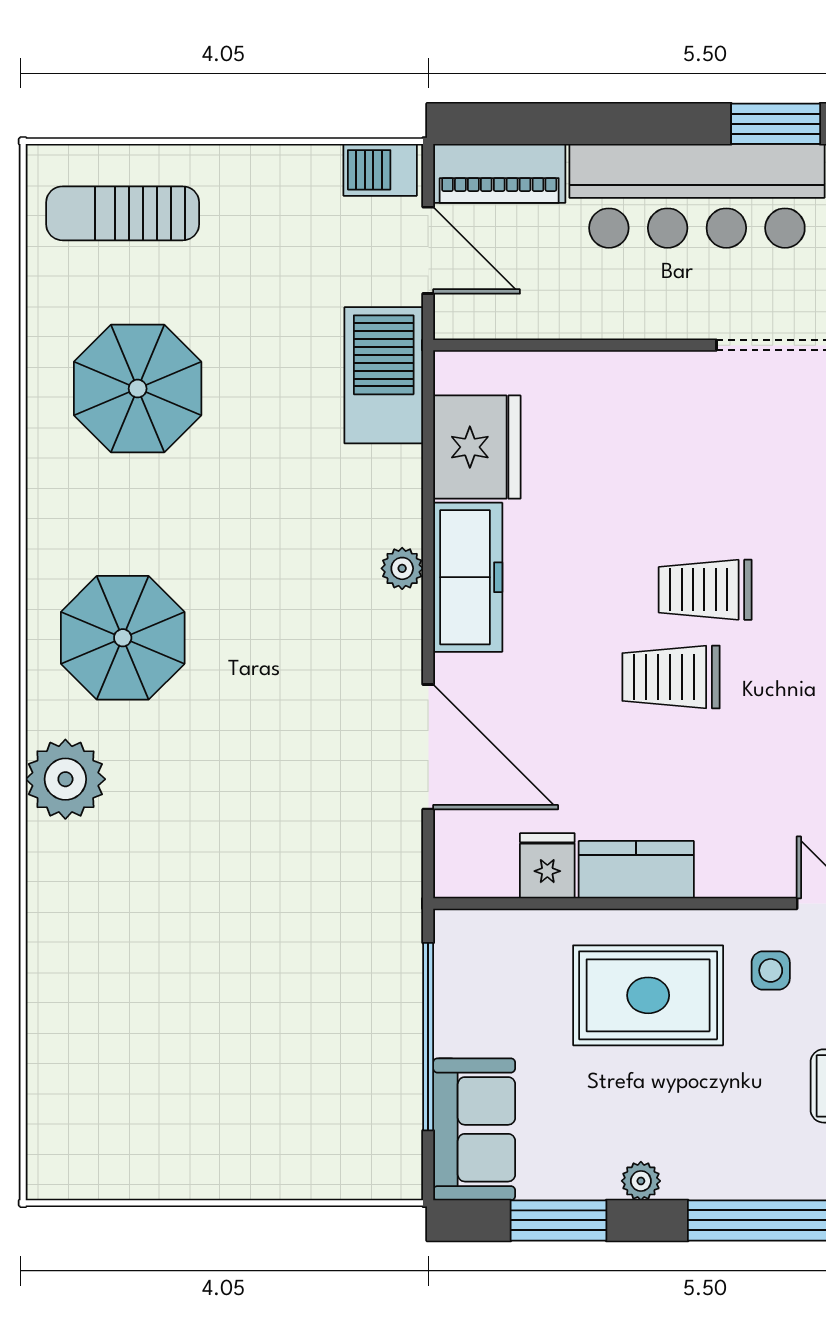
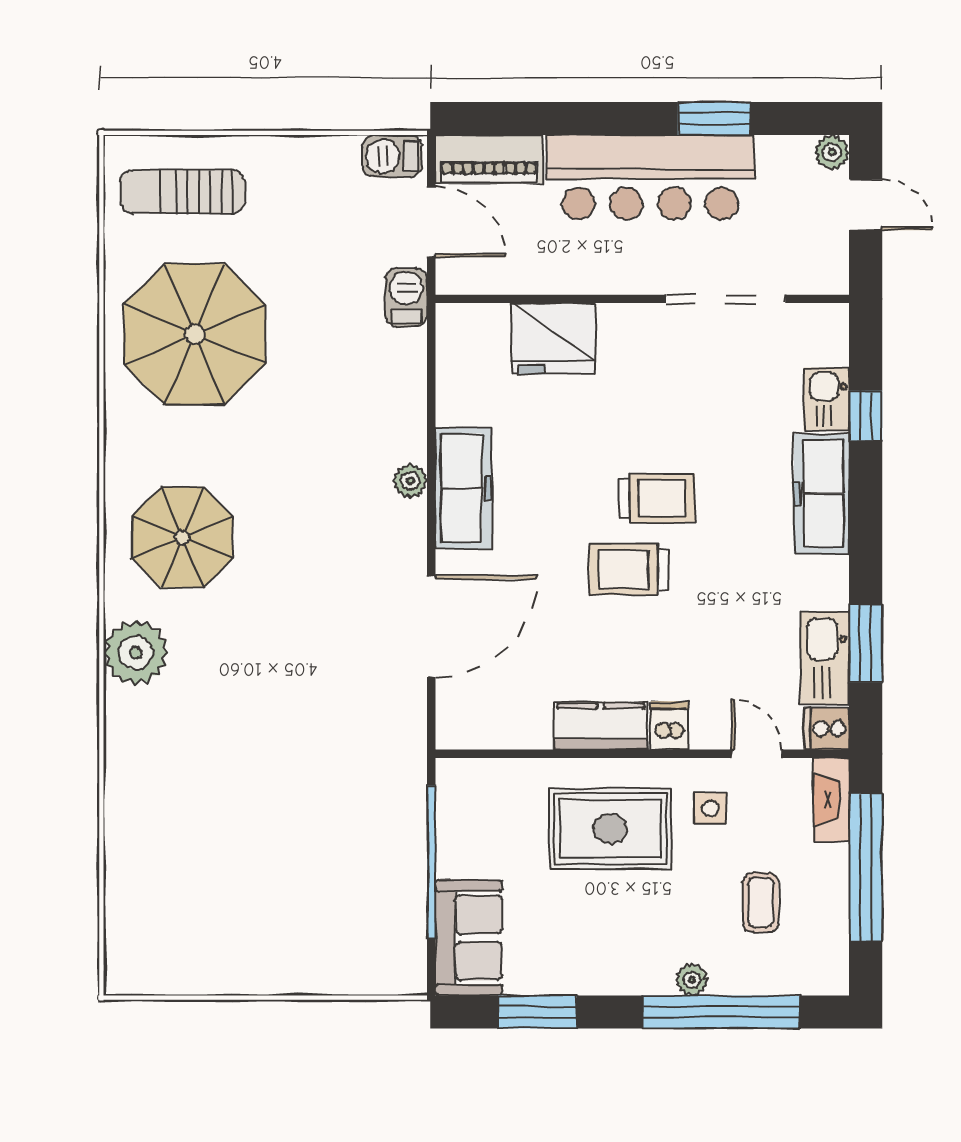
barbecue: (384, 375) -> (406, 297), width x0.53, depth x0.65
parasol: (138, 389) -> (195, 334), width x1.36, depth x1.36
fridge: (477, 447) -> (554, 339), moved, turned 90
trolley: (705, 590) -> (657, 498), turned 180
door: (428, 747) -> (431, 626), hinge flipped
fridge: (547, 866) -> (528, 723), removed
dishwasher: (721, 869) -> (670, 726), added
plant: (641, 1181) -> (692, 980), moved

